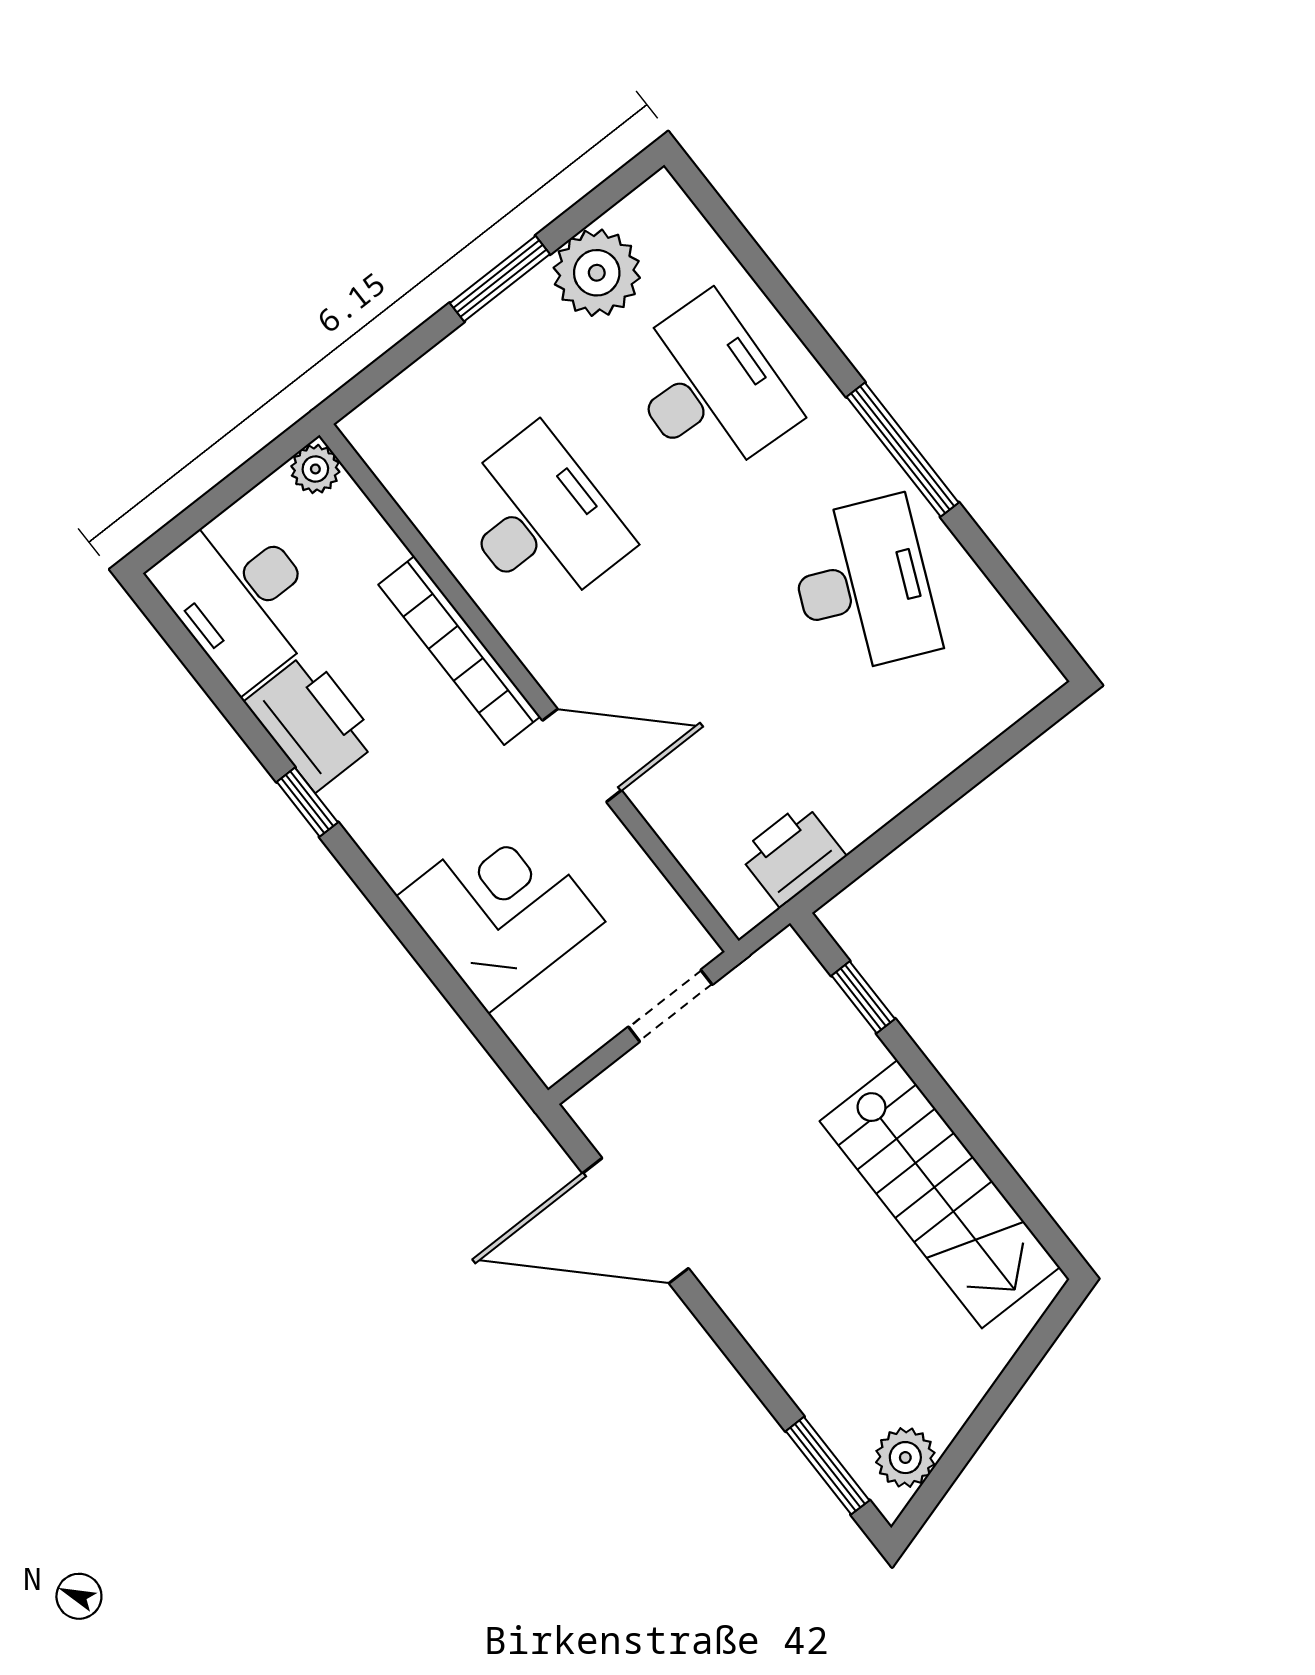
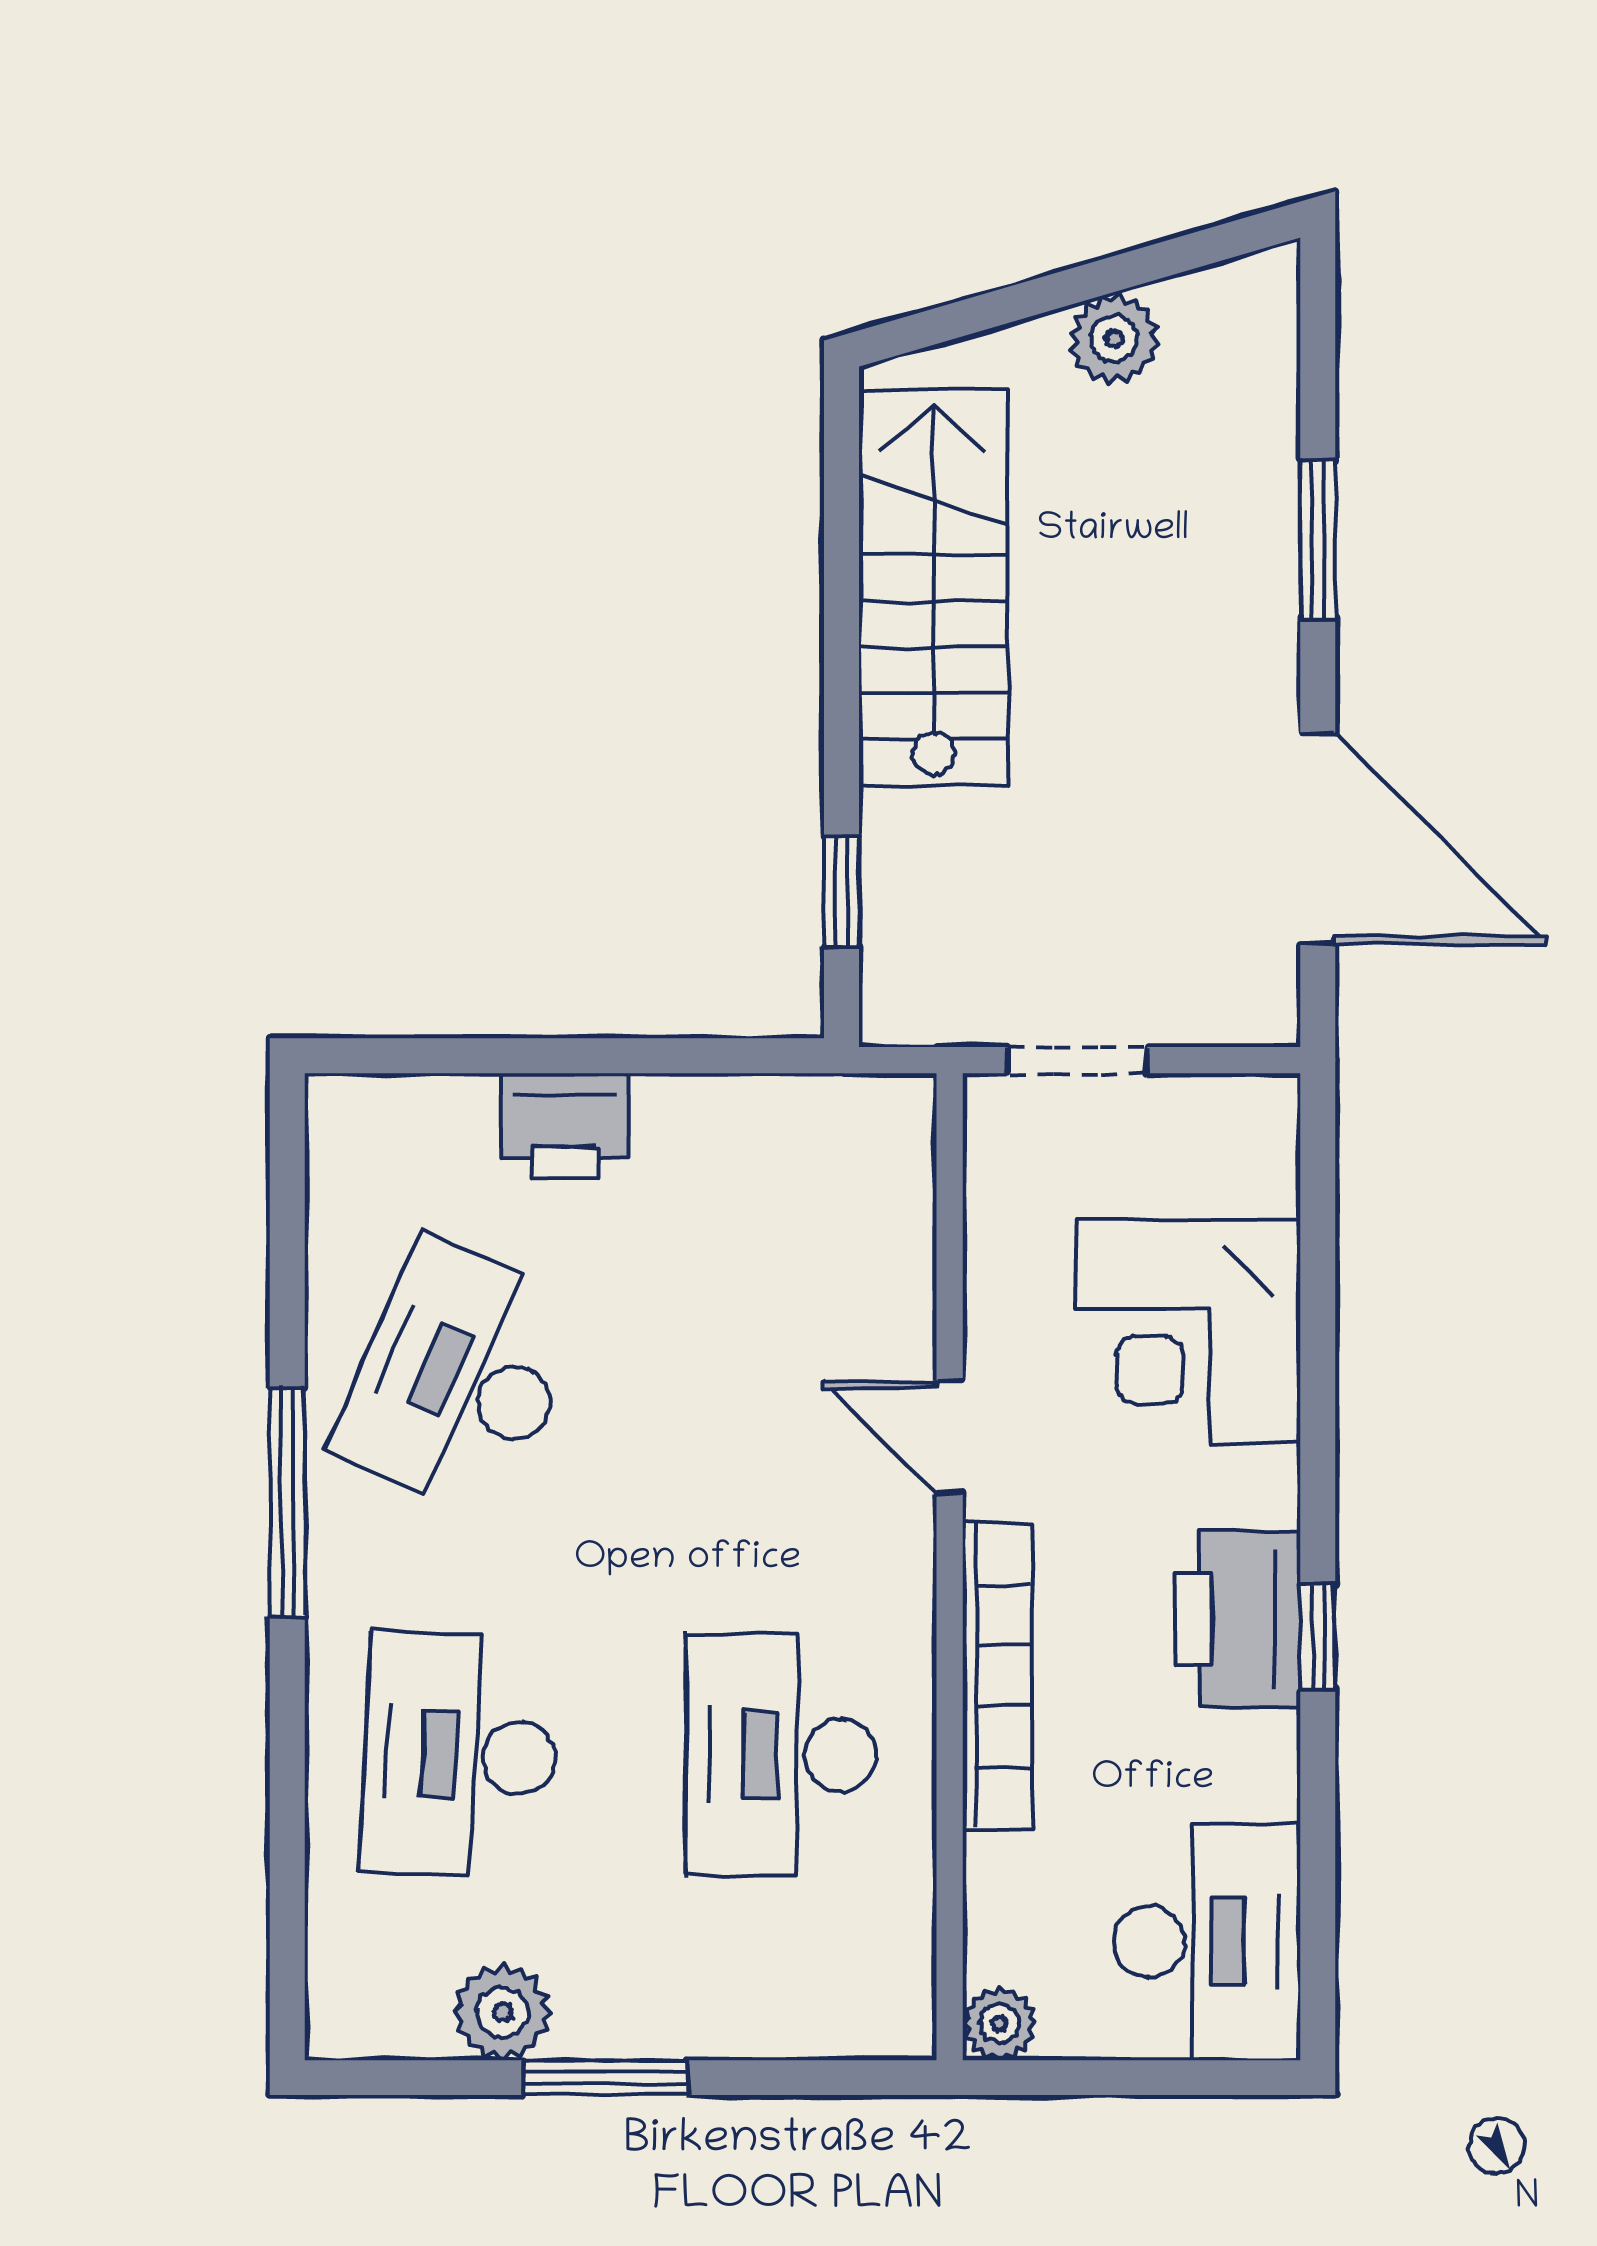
plant: (597, 273) -> (502, 2012), width x0.73, depth x0.73
printer: (312, 722) -> (1237, 1619), moved
door: (582, 755) -> (950, 1438), width x0.73
printer: (792, 855) -> (565, 1126), moved
plant: (905, 1458) -> (1114, 339), moved
window: (828, 1466) -> (1318, 539), moved

